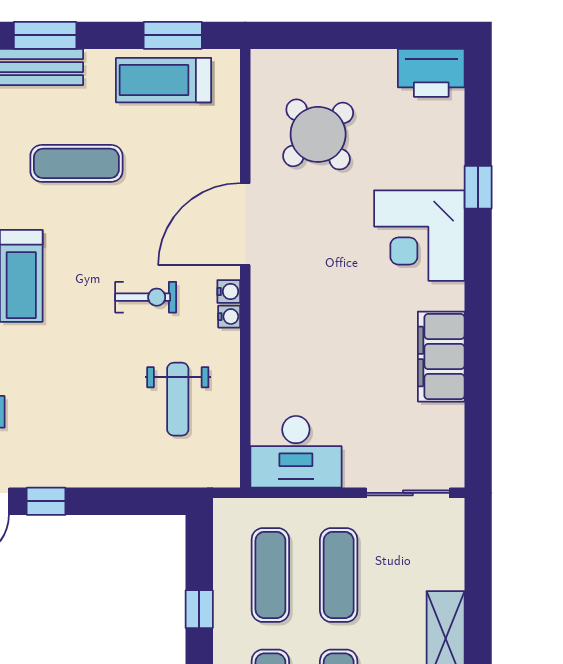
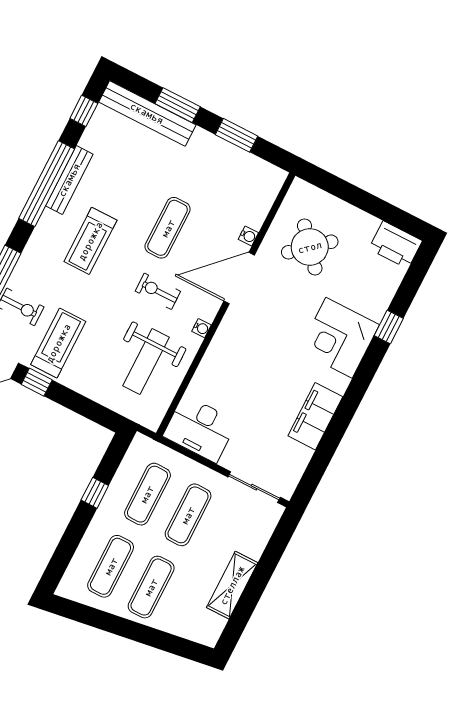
window: (173, 35) -> (236, 135), moved
treadmill: (164, 80) -> (58, 343), moved, turned 90
exercise mat: (76, 163) -> (168, 228), moved, turned 90
water cooler: (229, 292) -> (248, 236), moved
exercise bike: (146, 297) -> (158, 291), turned 180
weight bench: (178, 399) -> (146, 362), width x1.36, depth x1.33

